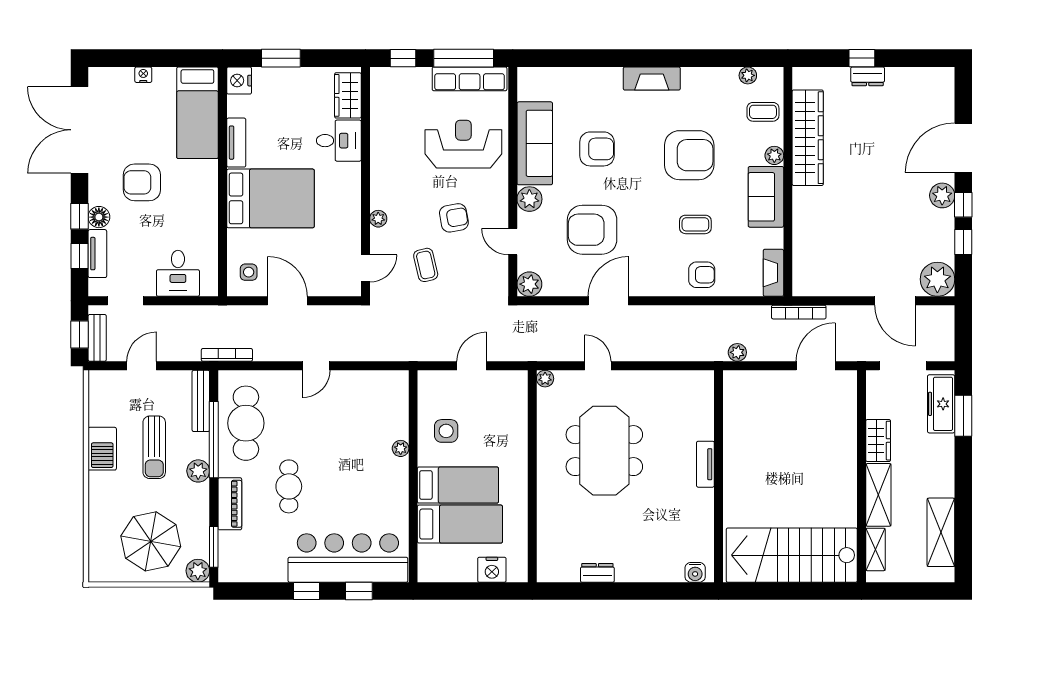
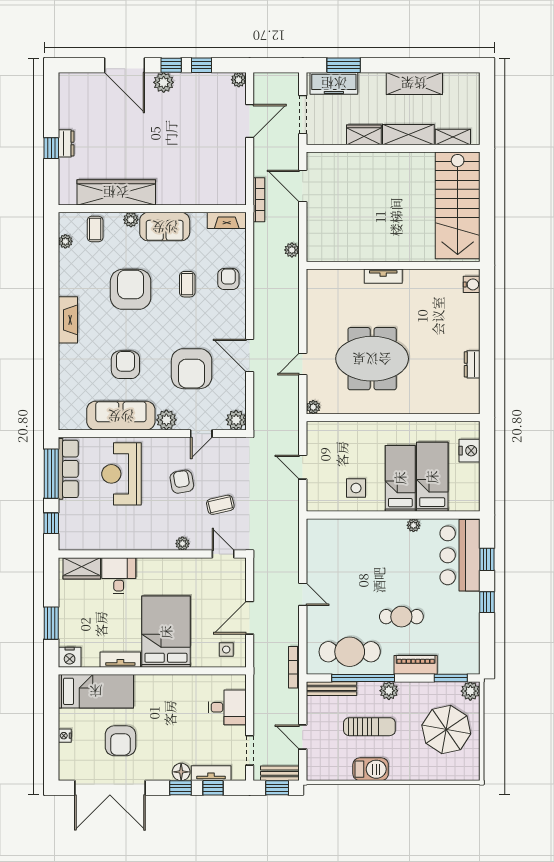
armchair: (142, 182) -> (120, 741), moved
plant: (937, 279) -> (239, 80), width x0.53, depth x0.53
plant: (401, 448) -> (413, 525), moved
shelving: (941, 532) -> (414, 83), moved
bar counter: (348, 558) -> (460, 555), width x0.73

